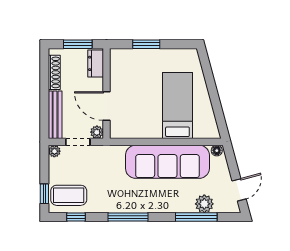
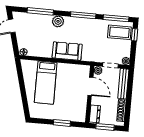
sofa: (167, 162) -> (67, 51), width x0.54, depth x0.79
plant: (204, 204) -> (58, 21), moved
window: (76, 217) -> (116, 18), width x2.17

